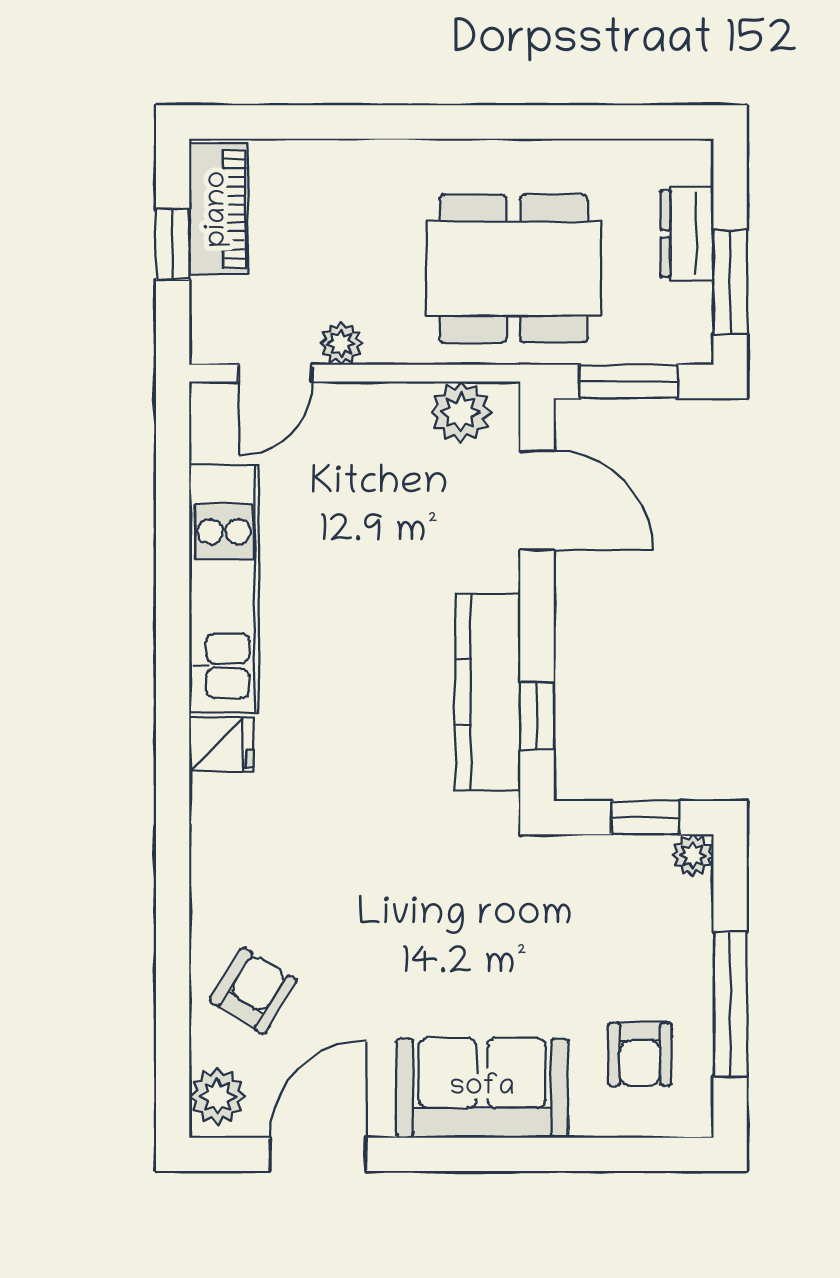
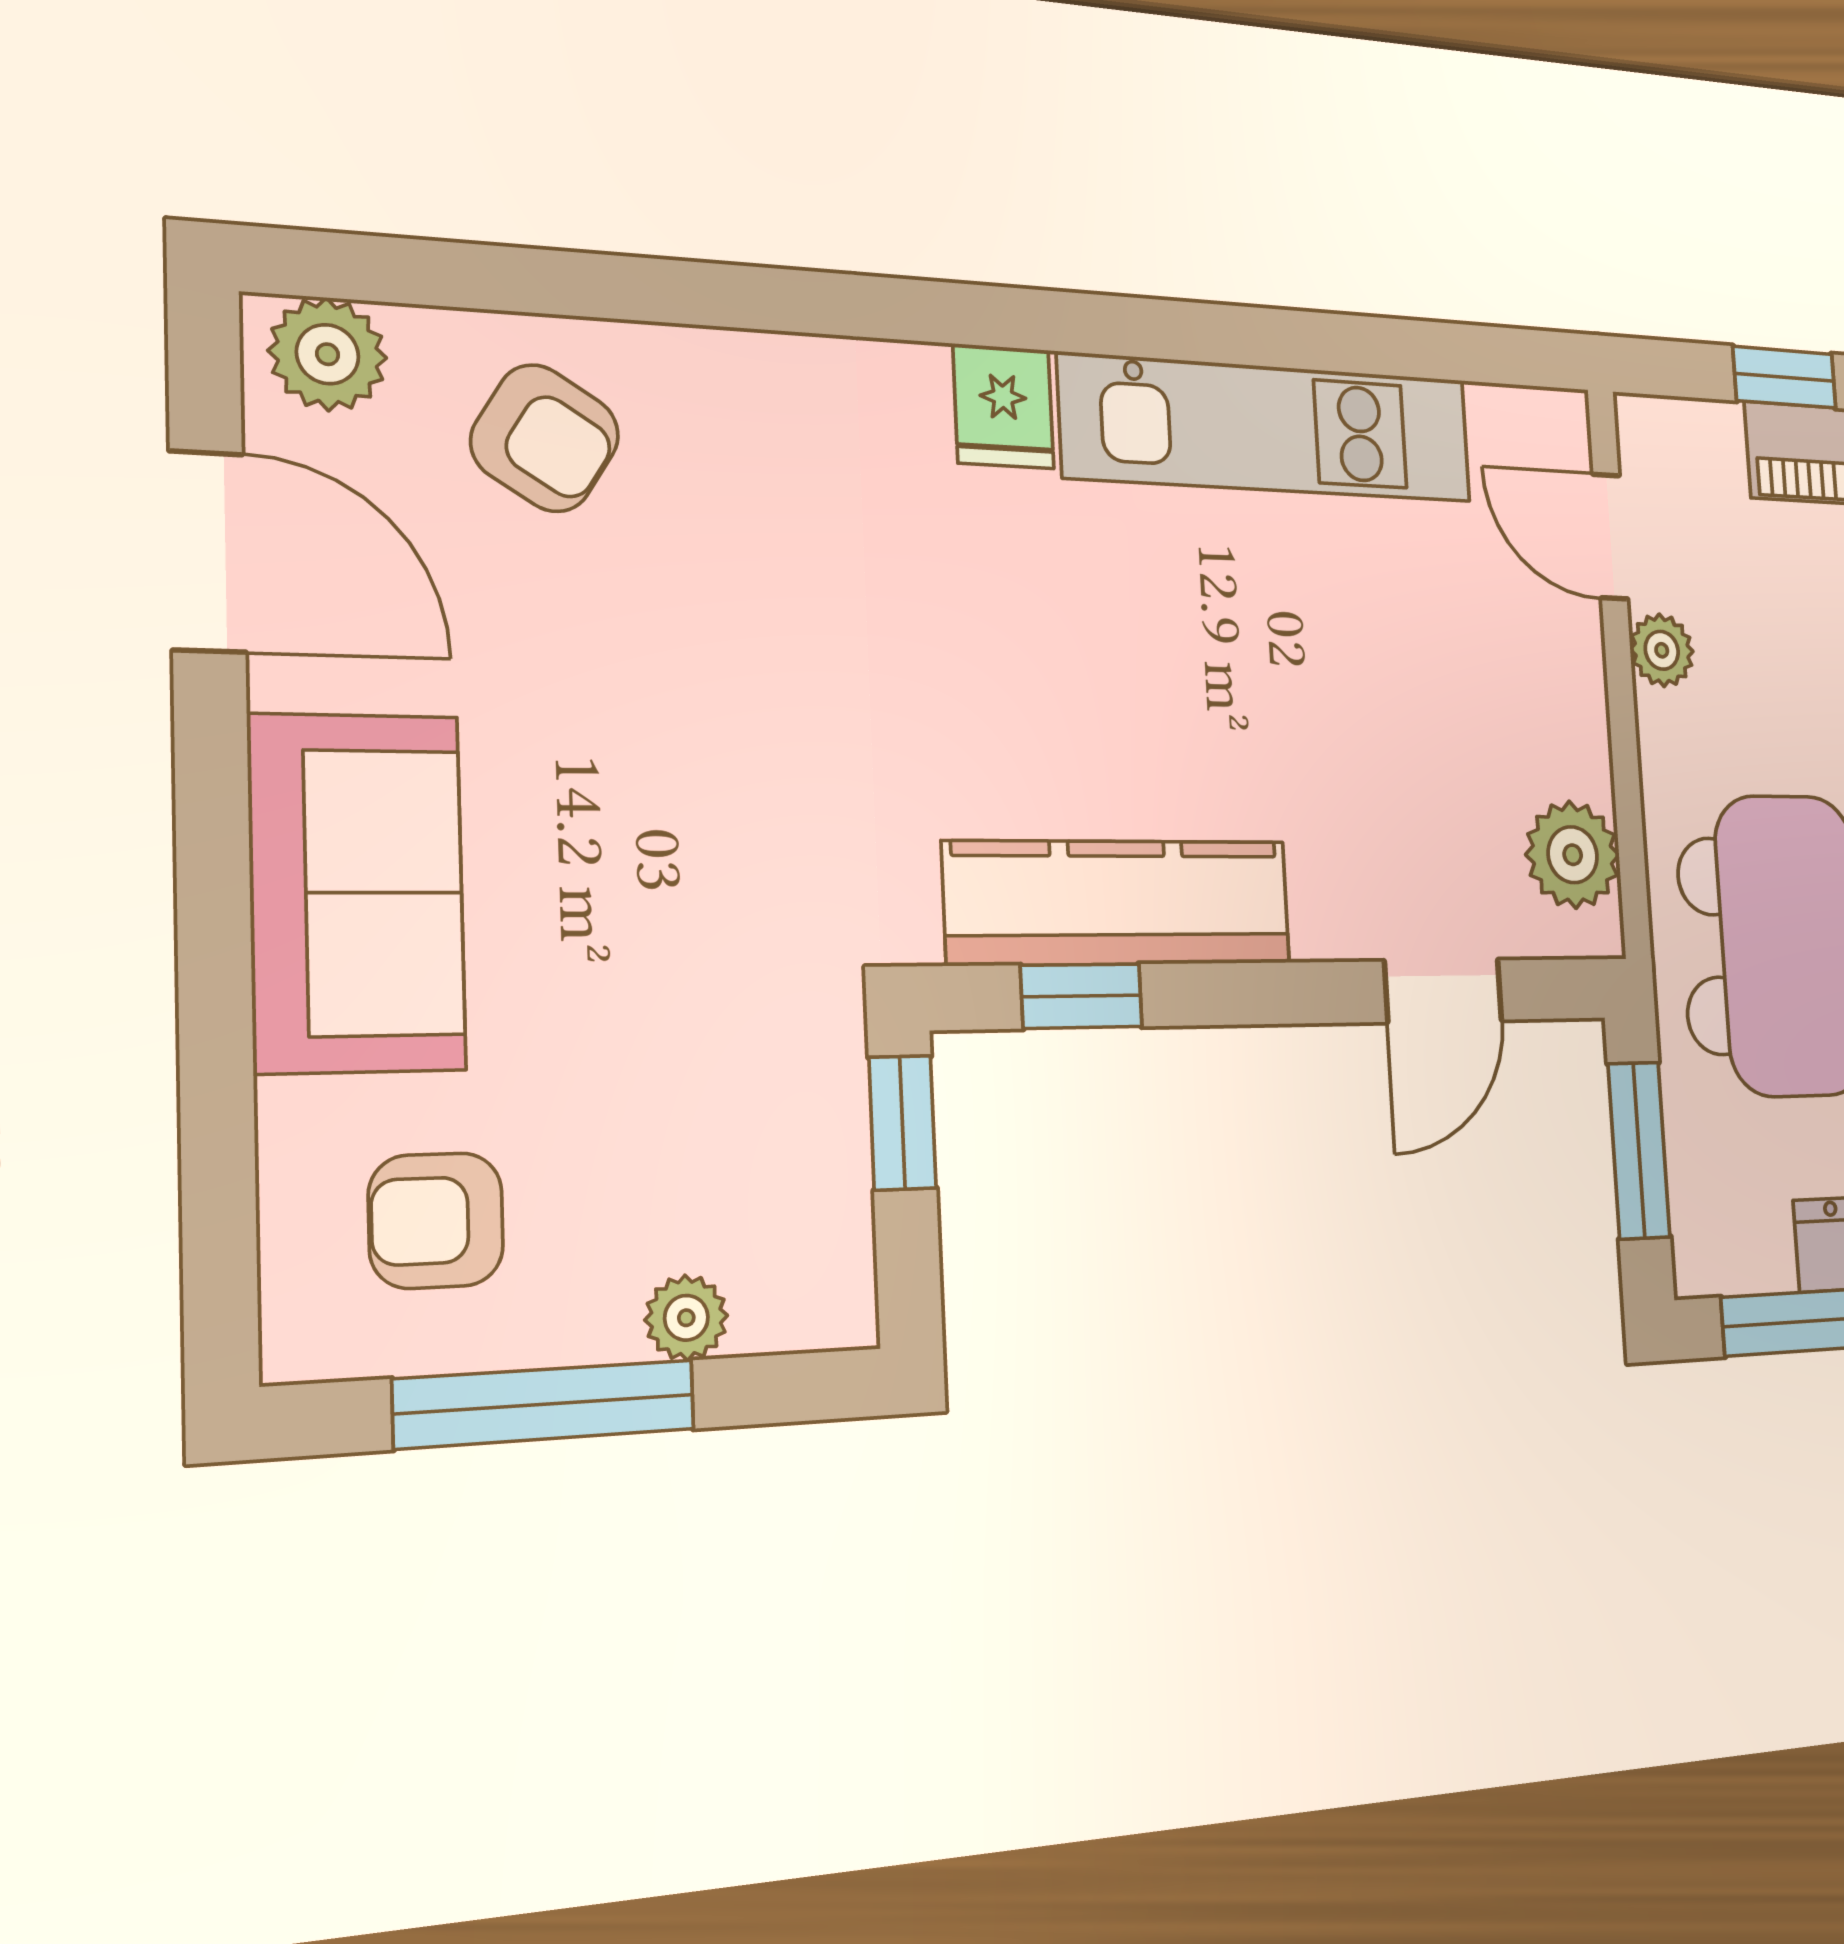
door: (537, 500) -> (1443, 991), width x0.73
window: (645, 818) -> (902, 1123), moved
plant: (693, 855) -> (686, 1318), moved

